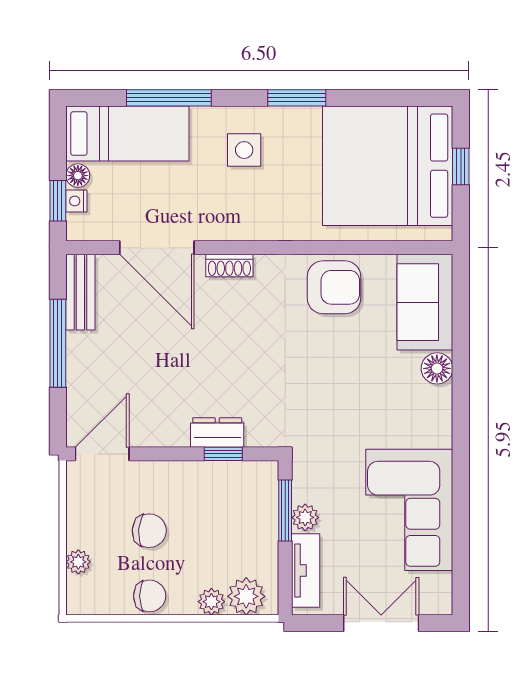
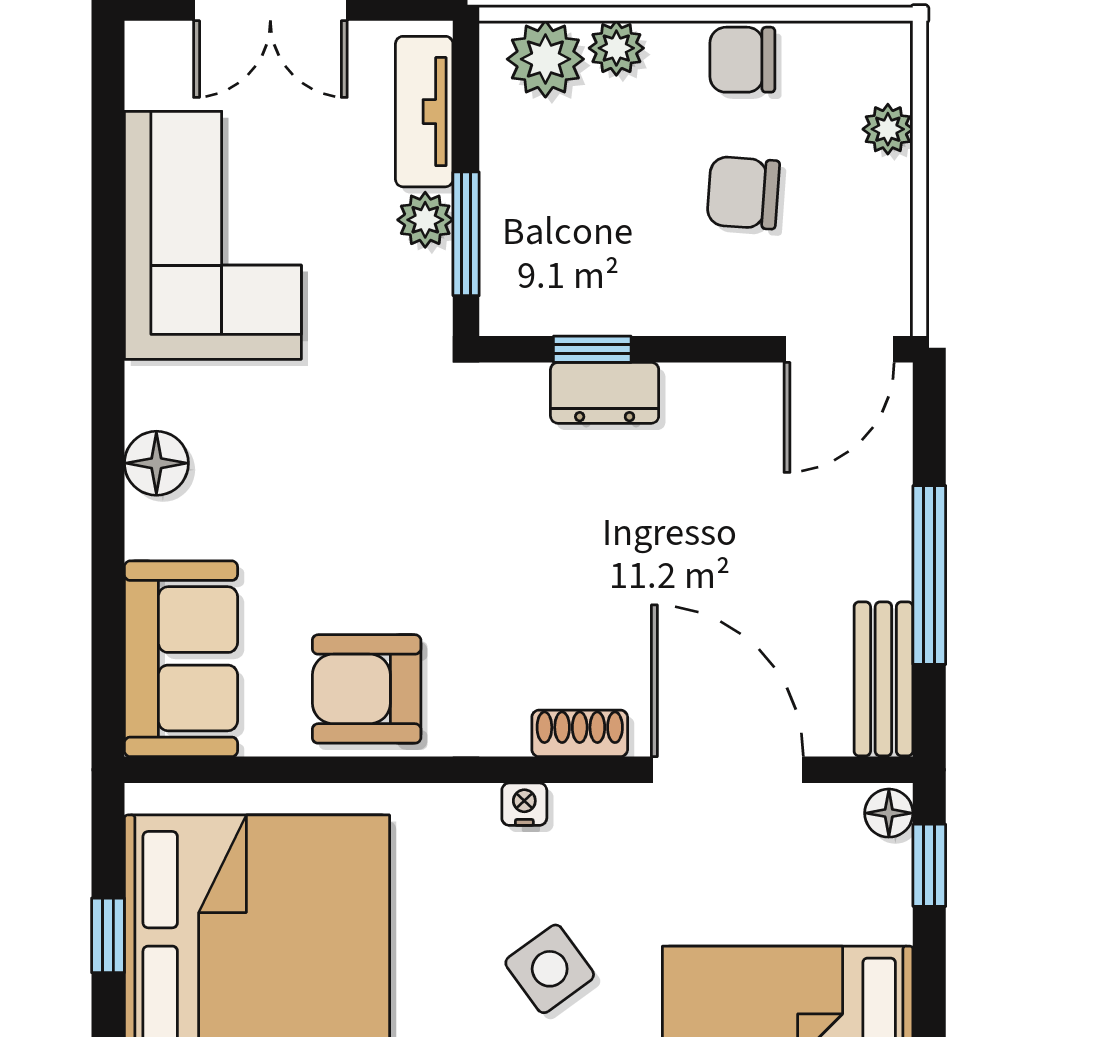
side table: (244, 150) -> (550, 969), turned -36
floor lamp: (78, 176) -> (889, 813), moved
nightstand: (76, 201) -> (524, 804), moved, turned -90
floor lamp: (437, 368) -> (156, 463), moved

